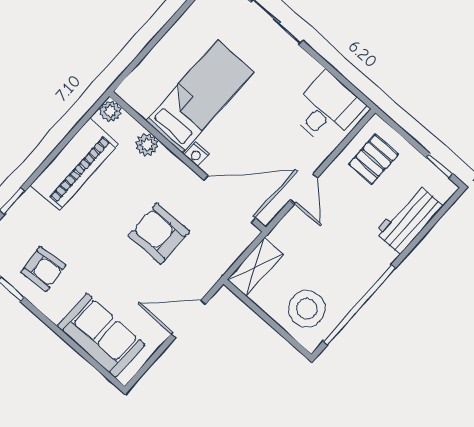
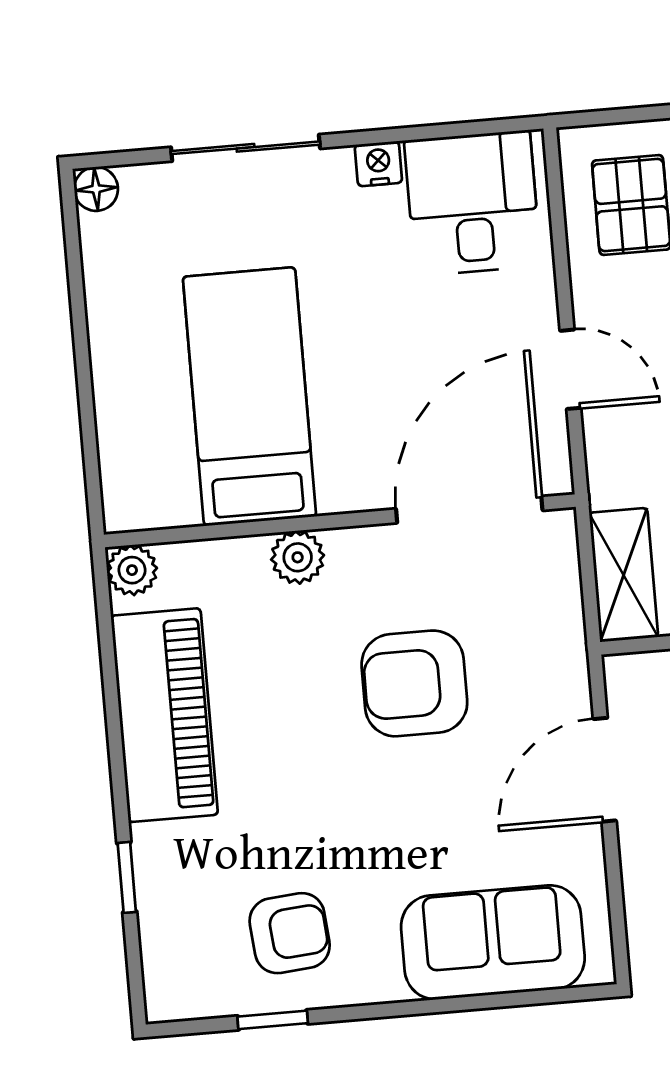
plant: (147, 145) -> (298, 557), moved
nightstand: (197, 154) -> (378, 164), moved, turned 180

